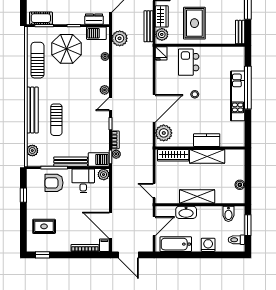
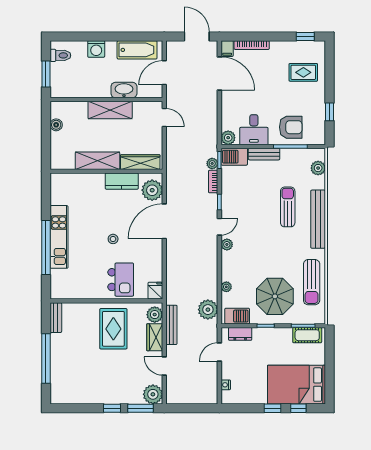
kitchen counter: (207, 140) -> (122, 181), moved
bench: (71, 162) -> (264, 154), width x0.73
bidet: (228, 214) -> (70, 88), removed

